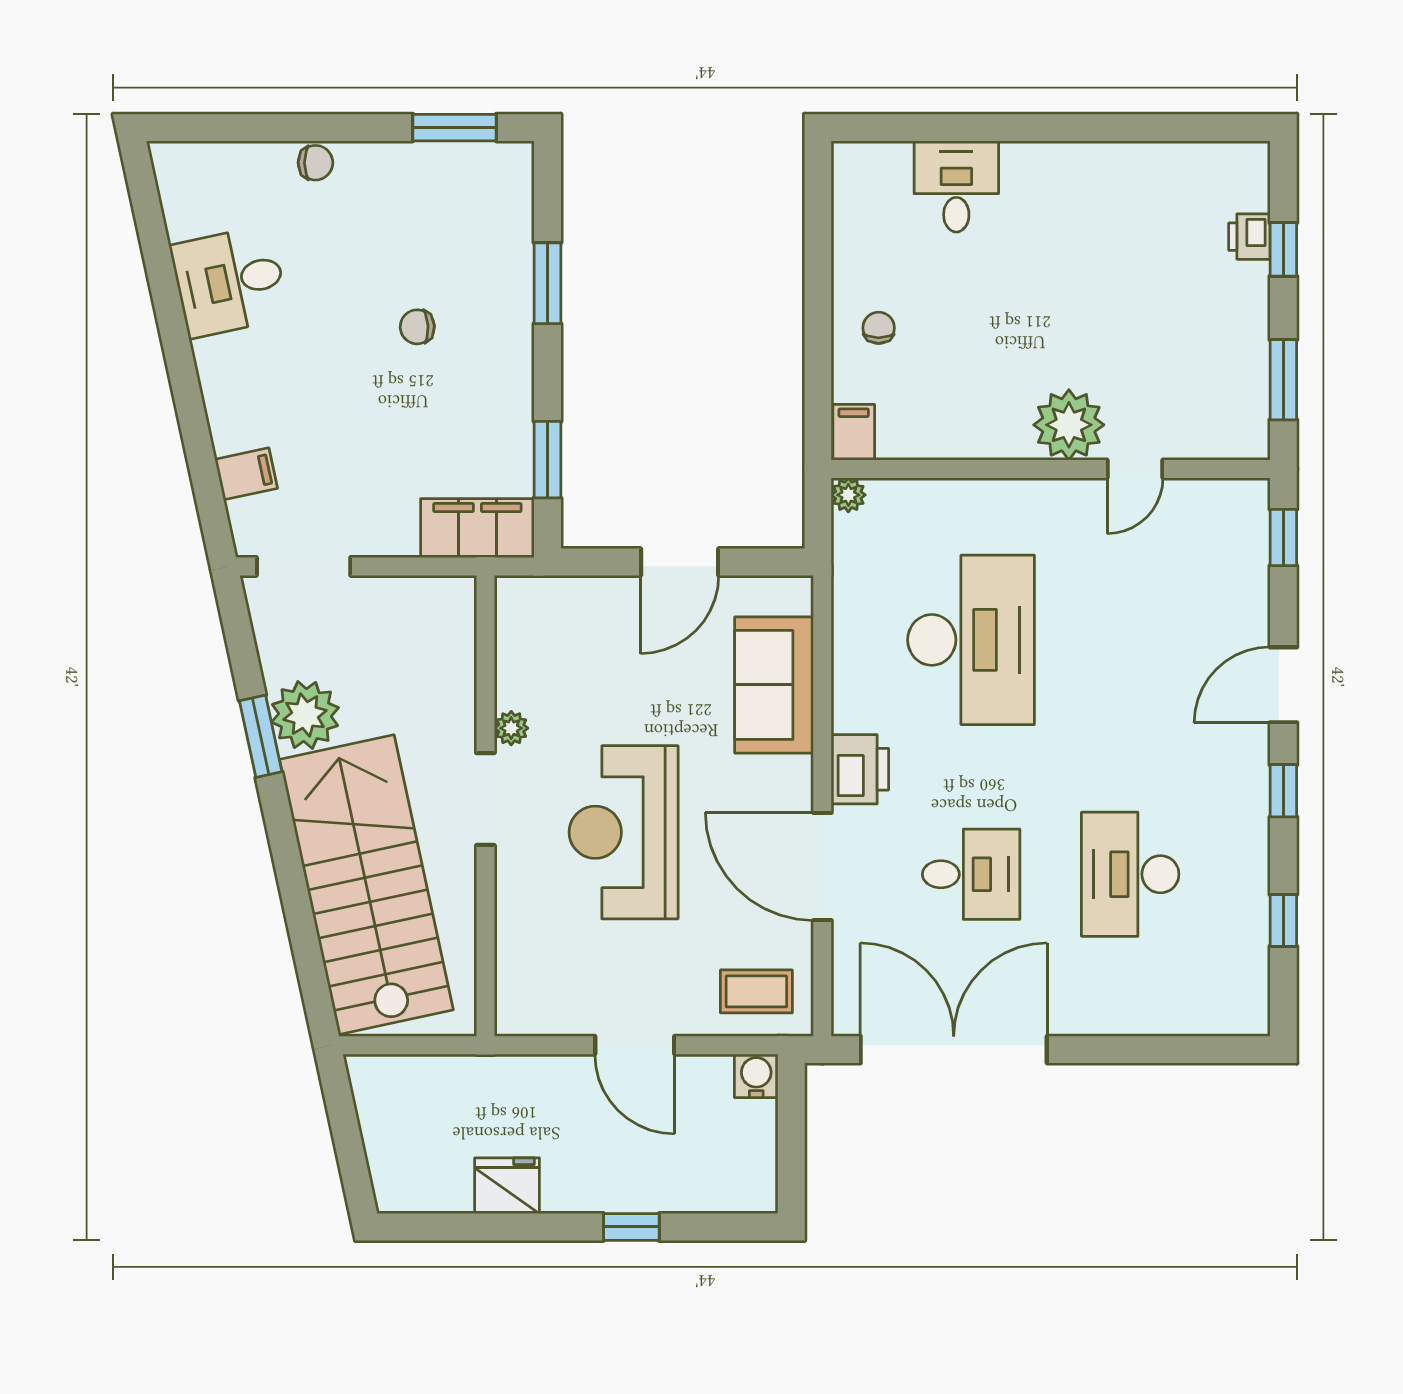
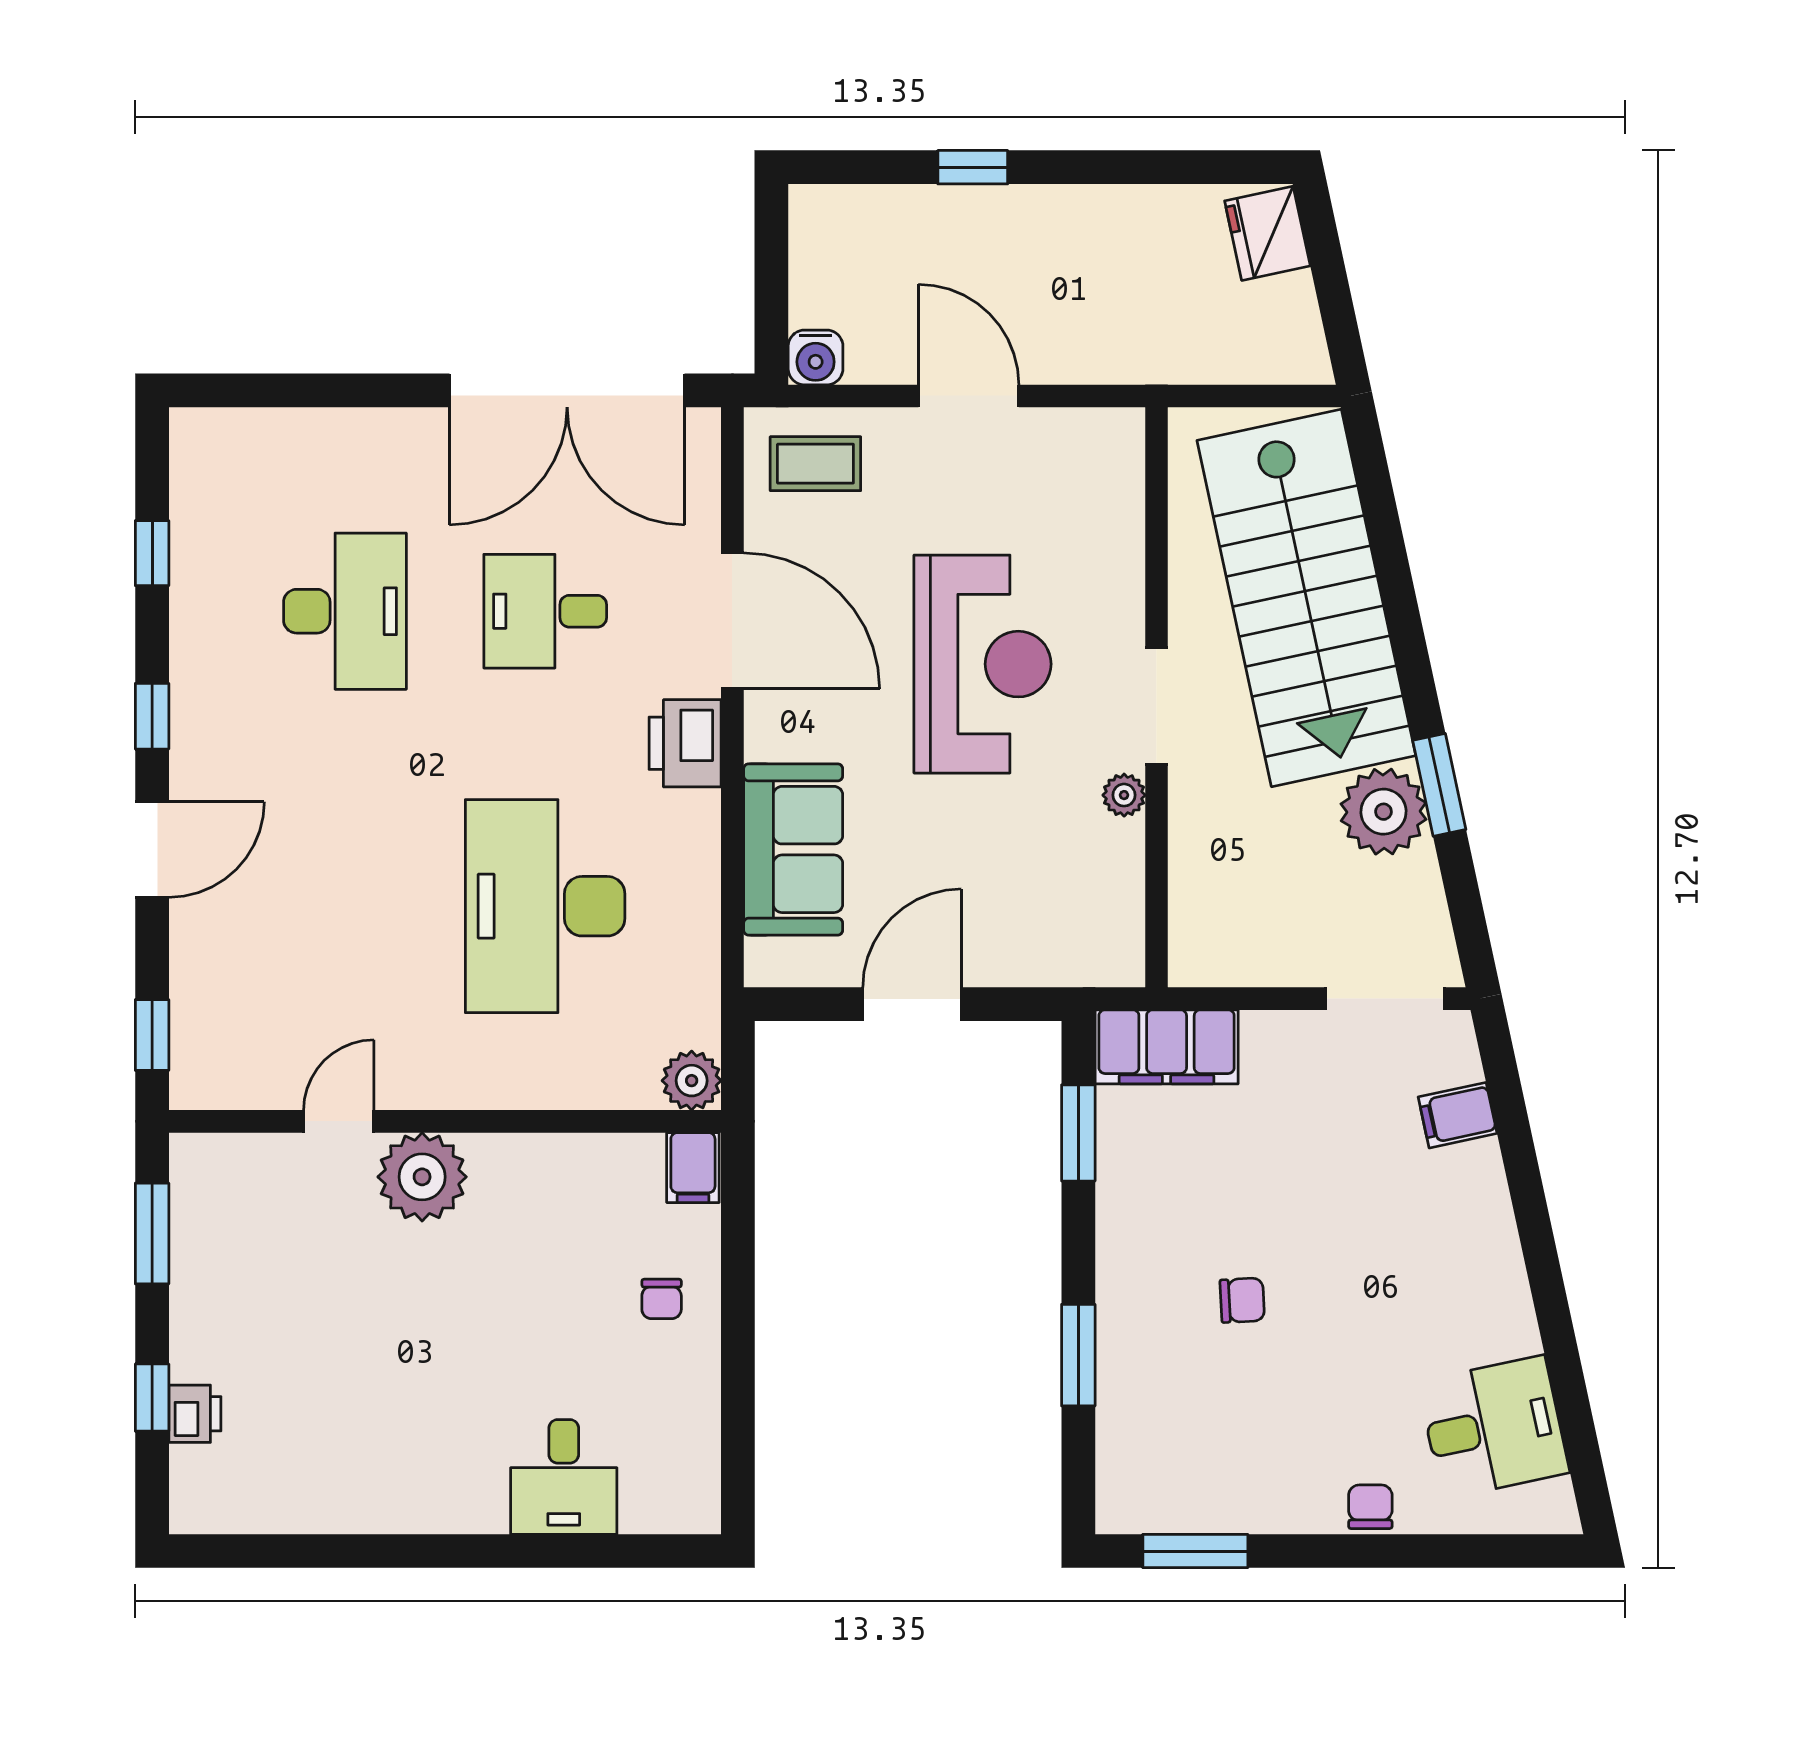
chair: (315, 163) -> (1370, 1507), turned 90
desk: (230, 282) -> (1494, 1427), moved
plant: (848, 495) -> (692, 1081), width x1.38, depth x1.38
fridge: (507, 1186) -> (1267, 233), moved, turned 78

